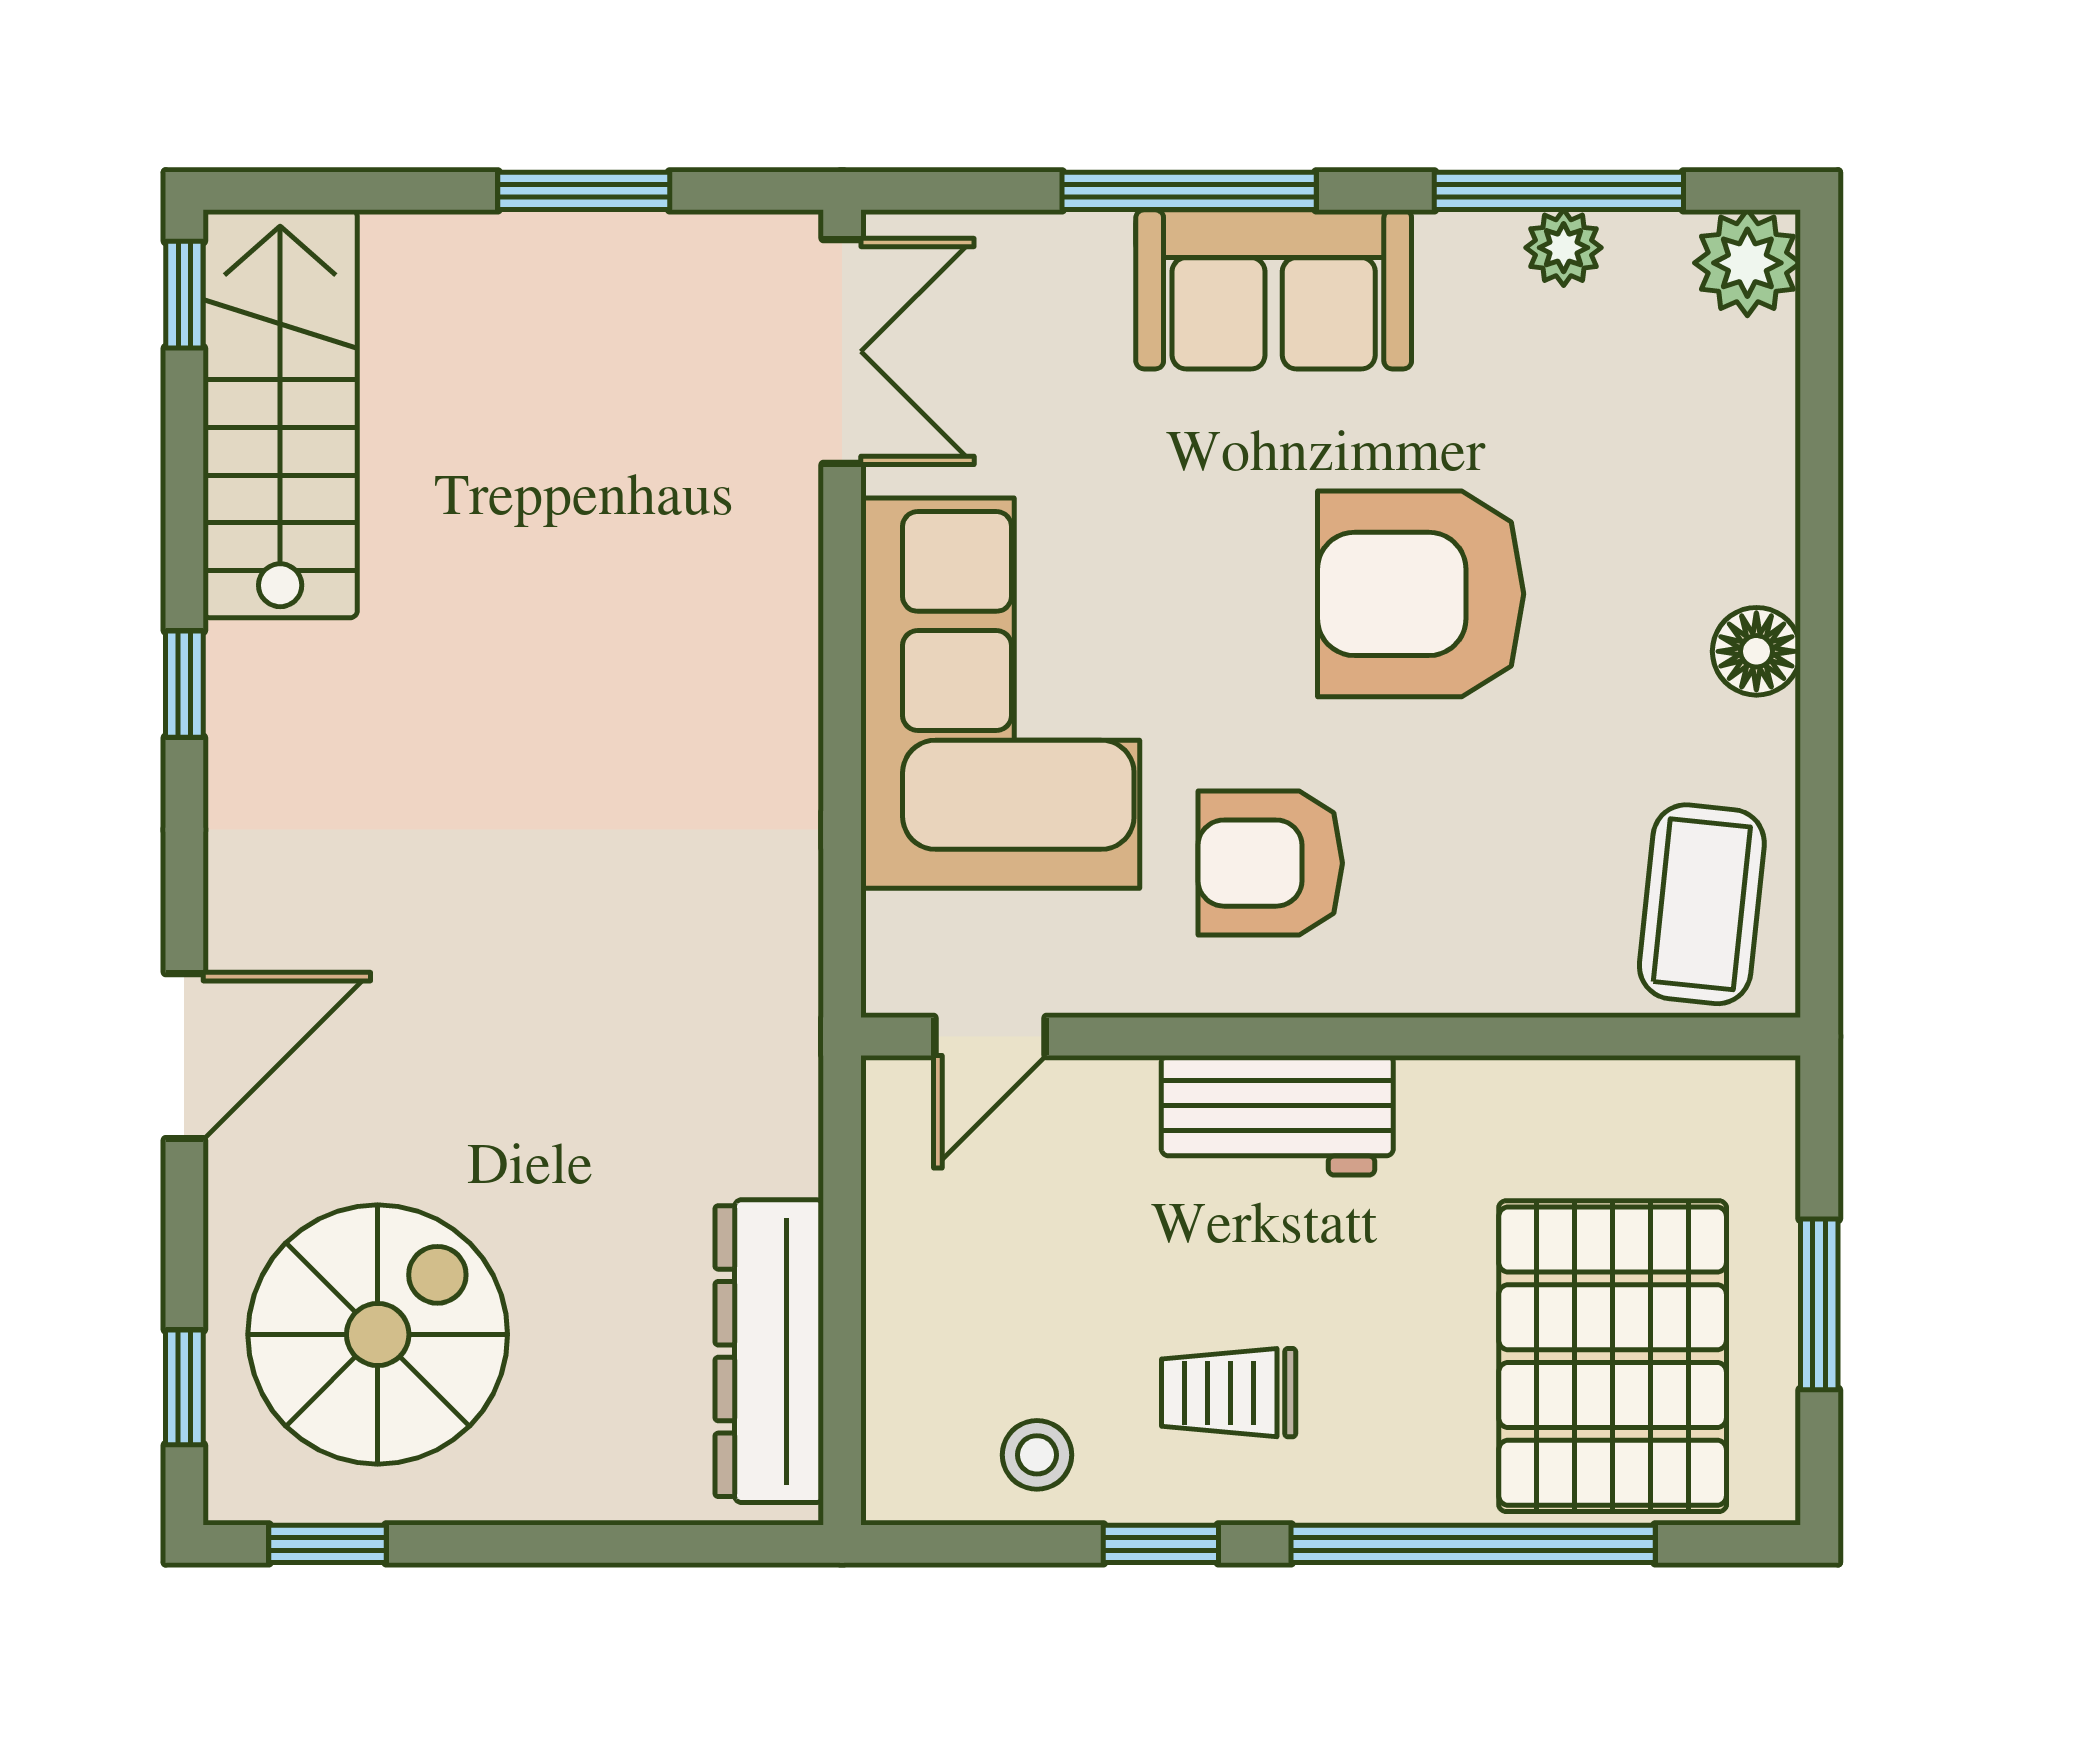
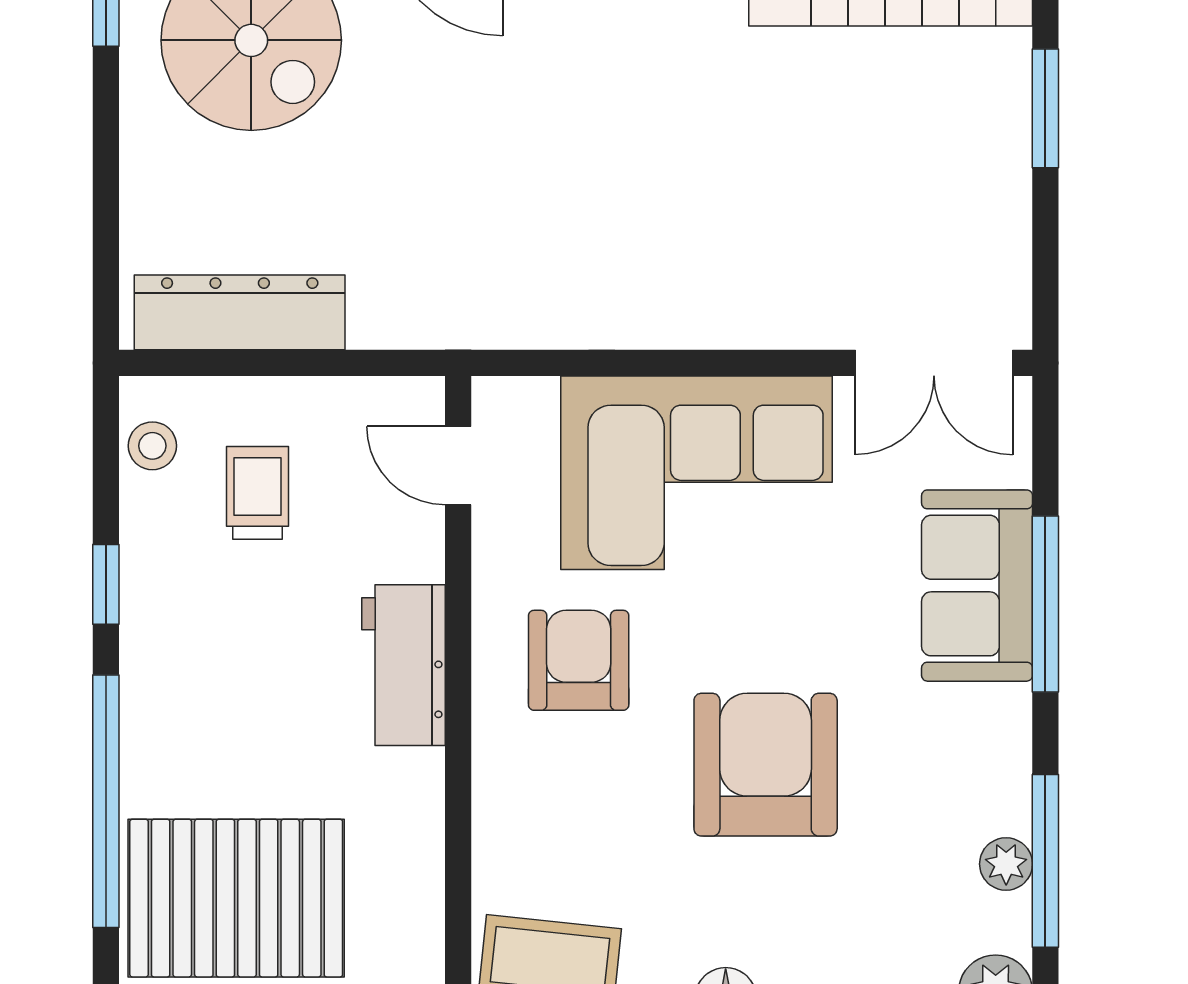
window: (584, 191) -> (1045, 108), moved
sofa: (1274, 289) -> (977, 586), moved
trolley: (1229, 1393) -> (258, 493), moved
stool: (1037, 1455) -> (152, 446), moved

